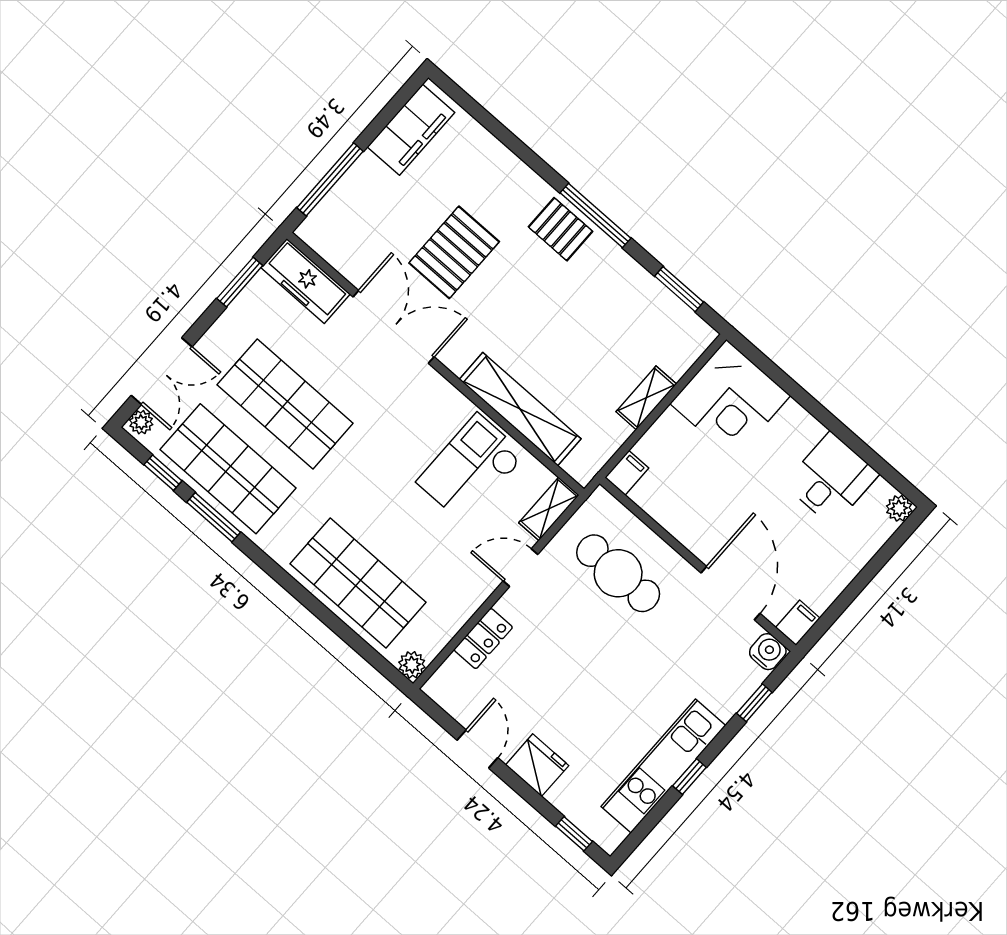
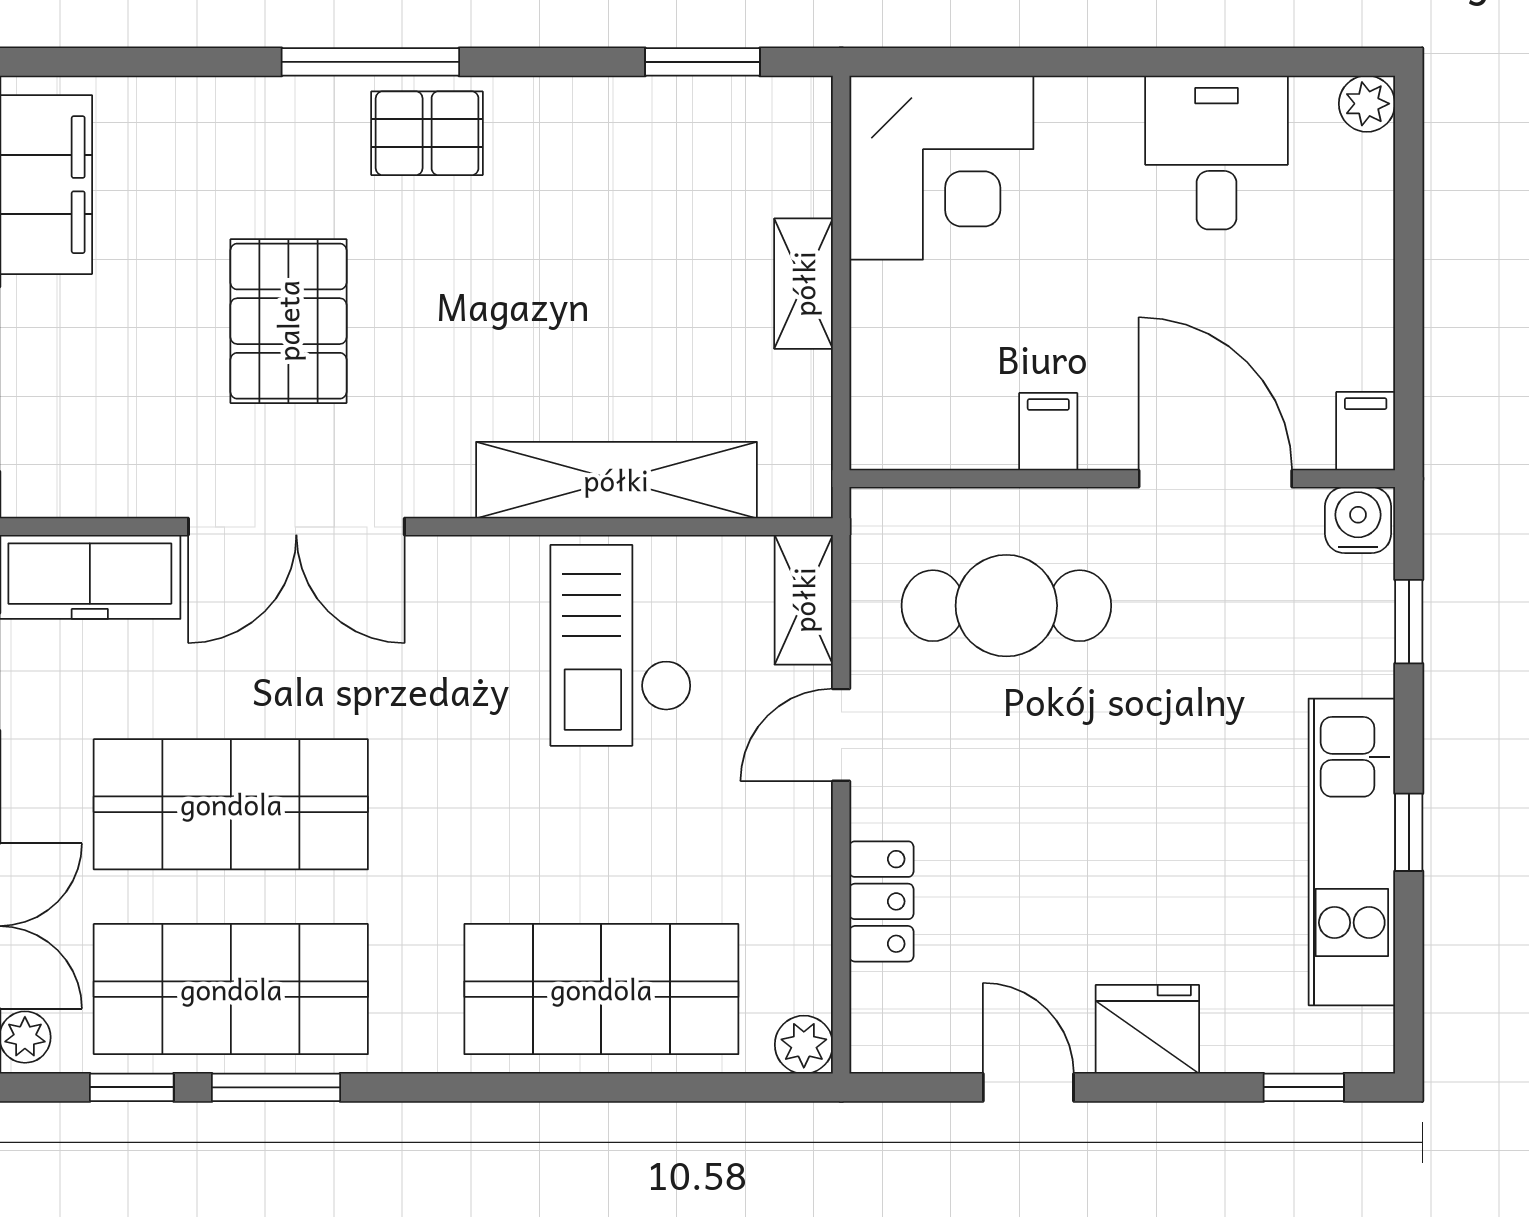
window: (595, 216) -> (370, 62), moved
double door: (394, 327) -> (296, 527), swing flipped
filing cabinet: (627, 473) -> (1048, 432), moved

